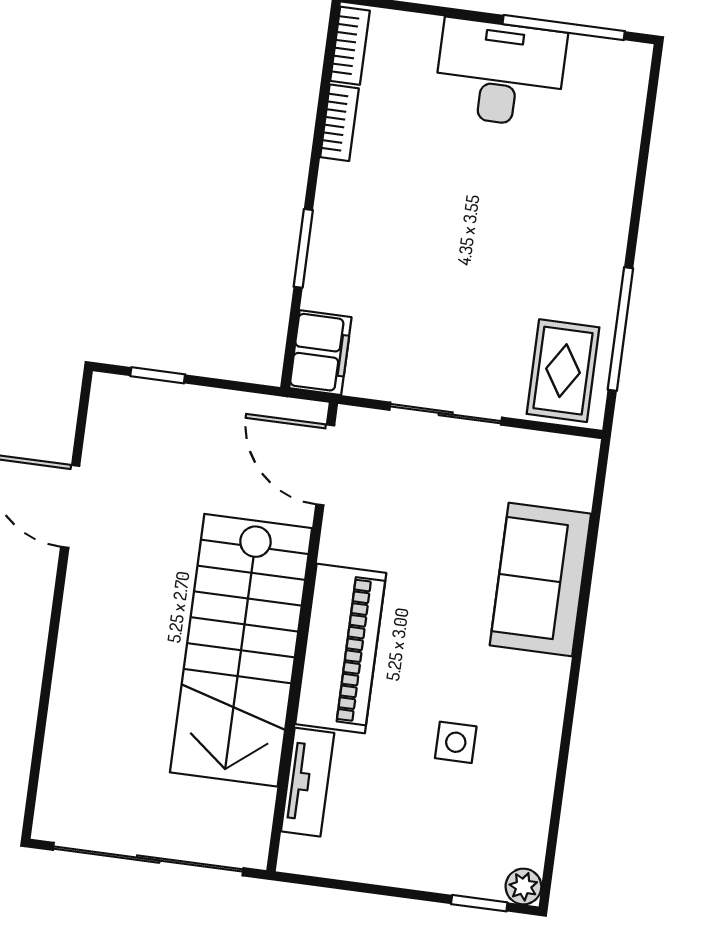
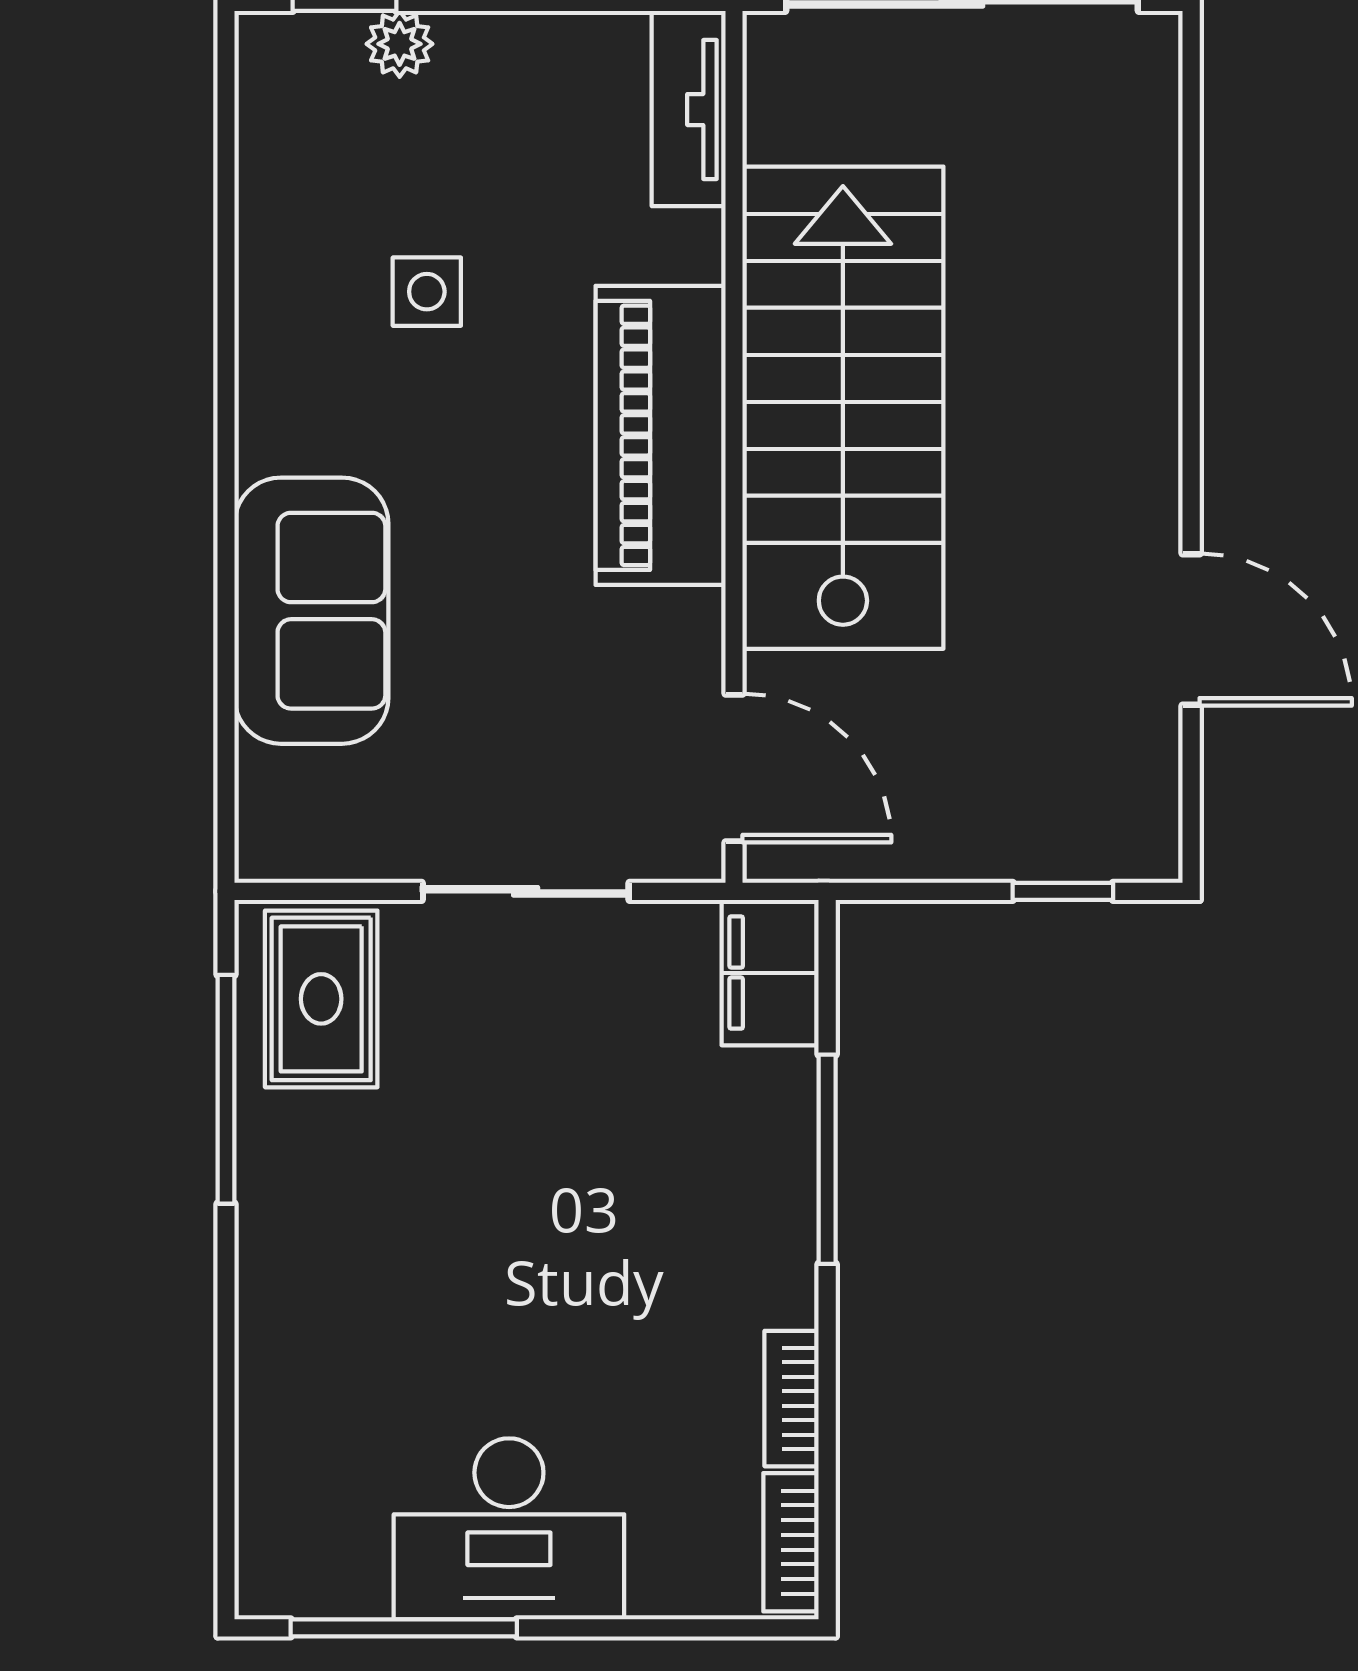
window: (303, 248) -> (827, 1159), width x1.44
tv unit: (308, 782) -> (689, 110), moved
plant: (523, 886) -> (400, 44), moved

